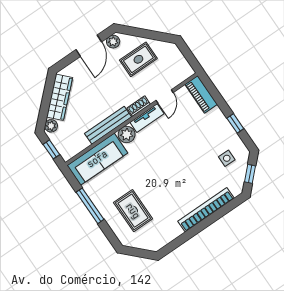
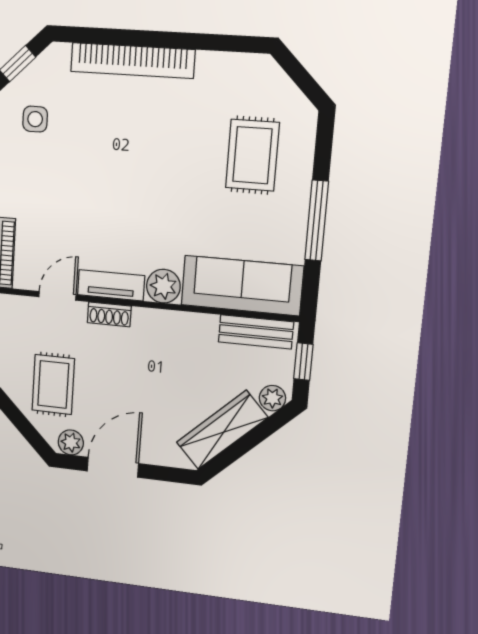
rug: (138, 59) -> (53, 384), turned 90
bench: (108, 125) -> (256, 332), moved, width x0.73

